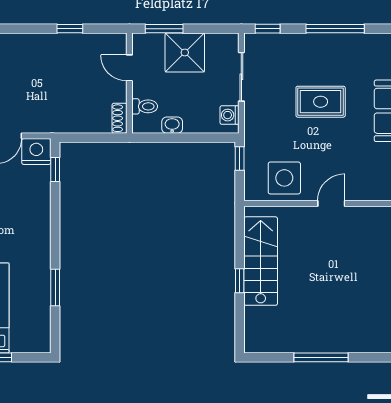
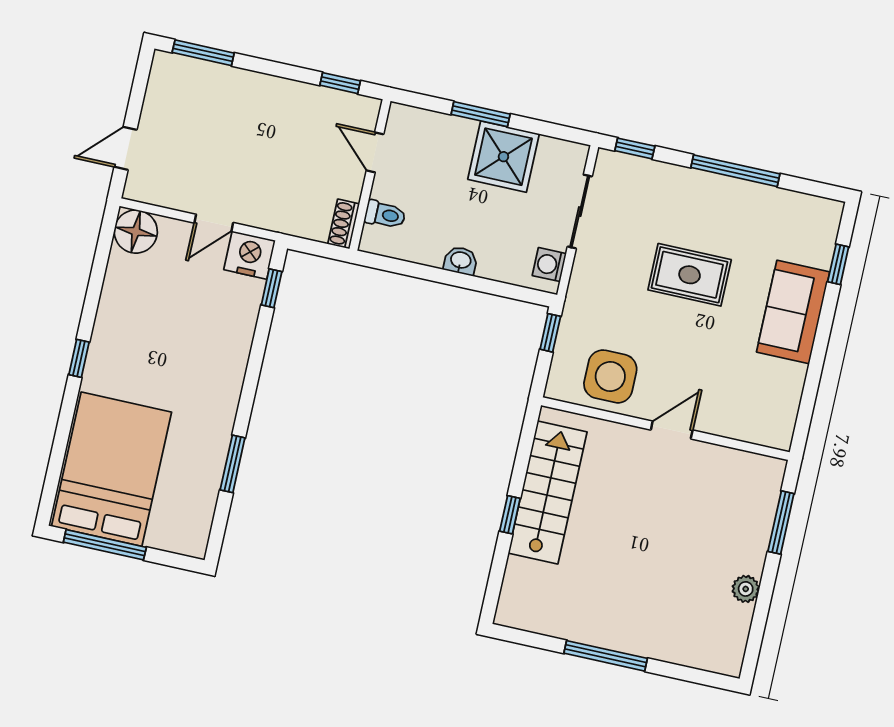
door: (129, 68) -> (375, 152), moved
wall: (129, 83) -> (370, 175), moved
toilet: (145, 106) -> (385, 215), moved
shoe rack: (120, 118) -> (344, 224), moved

